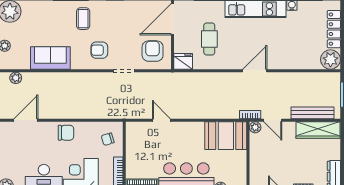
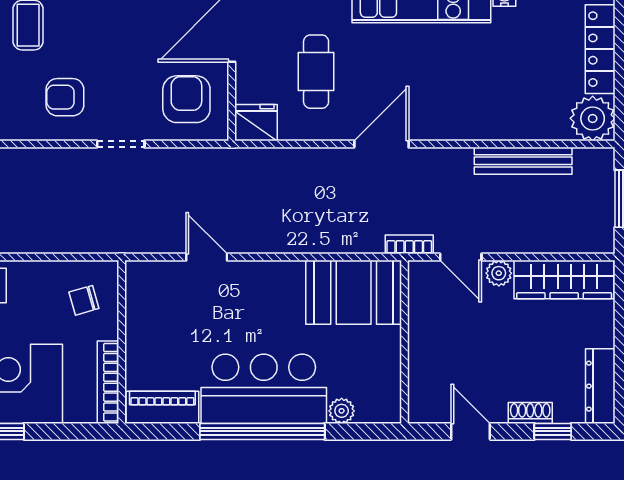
door: (255, 71) -> (381, 144), moved
bench: (312, 113) -> (523, 161), moved
plant: (255, 127) -> (499, 273), moved

